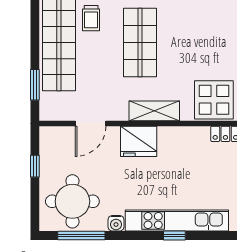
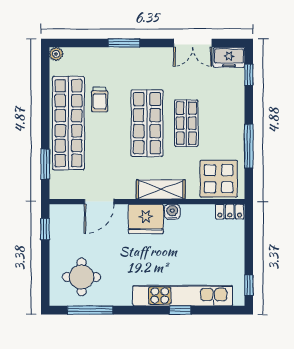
shop shelf: (180, 43) -> (186, 123), added
window: (35, 166) -> (45, 229), moved
round table: (72, 201) -> (82, 277), width x0.73, depth x0.73
water cooler: (116, 223) -> (172, 212), moved, turned 180

